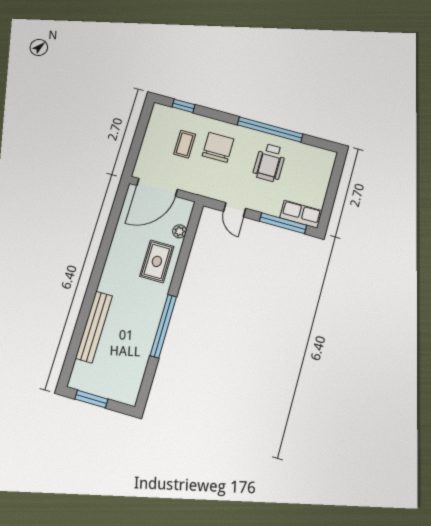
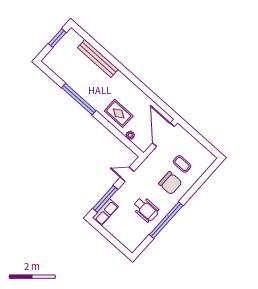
window: (184, 106) -> (206, 175), removed
wheelchair: (269, 163) -> (146, 209), turned 180

